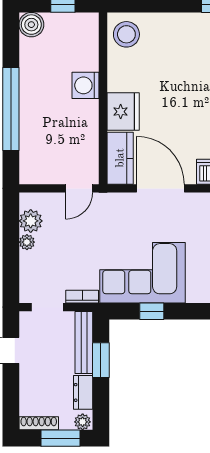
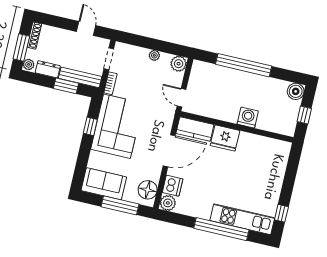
stool: (126, 34) -> (275, 152), removed
plant: (31, 221) -> (179, 64), moved

